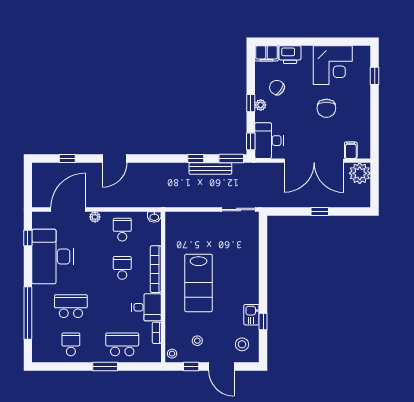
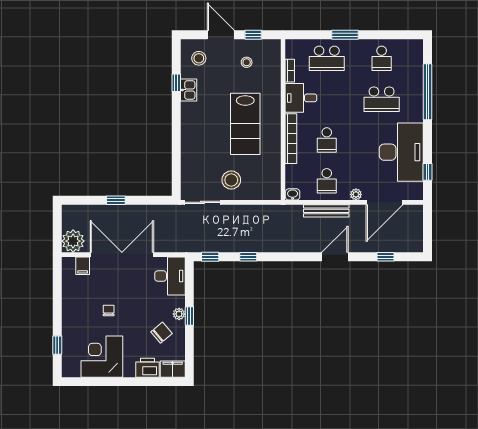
chair: (277, 87) -> (162, 333), turned -75
chair: (326, 108) -> (109, 310), width x0.54, depth x0.54
window: (251, 141) -> (189, 275), removed
window: (231, 159) -> (210, 257), width x0.67
bench: (210, 169) -> (326, 211), moved
lab bench: (199, 283) -> (245, 124), turned 180
stool: (172, 354) -> (231, 180), moved, width x1.89, depth x1.89

